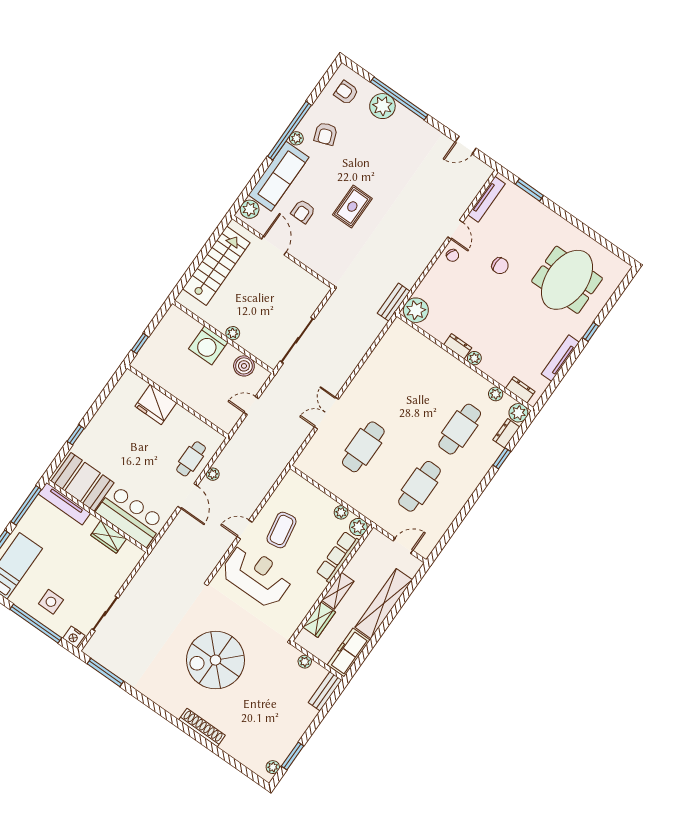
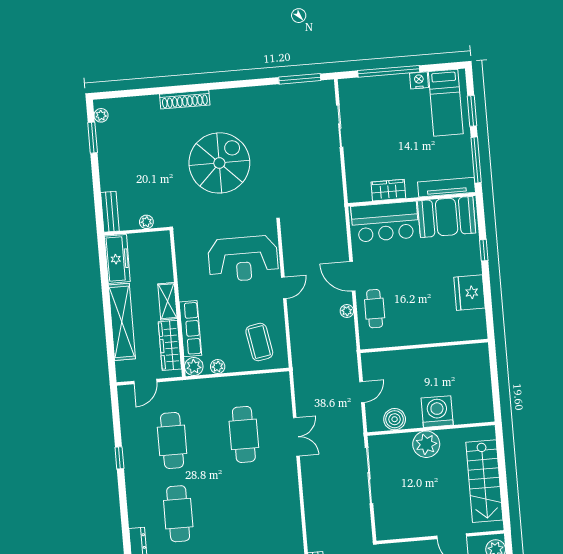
plant: (233, 333) -> (426, 444), width x1.87, depth x1.87
window: (140, 344) -> (494, 367), removed
fridge: (156, 405) -> (469, 293), moved, turned -90
window: (502, 458) -> (119, 458), moved
coffee table: (281, 530) -> (259, 342), moved
side table: (51, 602) -> (391, 99), removed
wardrobe: (319, 620) -> (170, 345), moved, width x1.50
nightstand: (74, 637) -> (419, 80), moved

